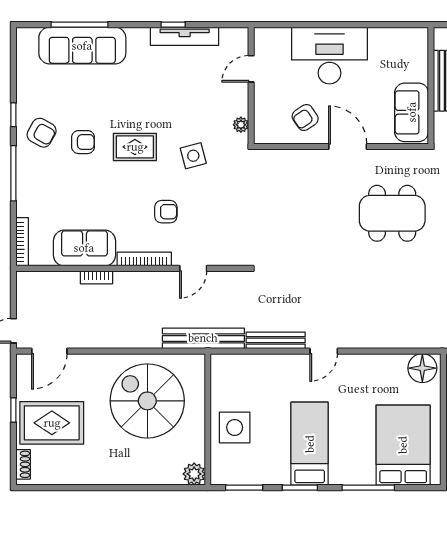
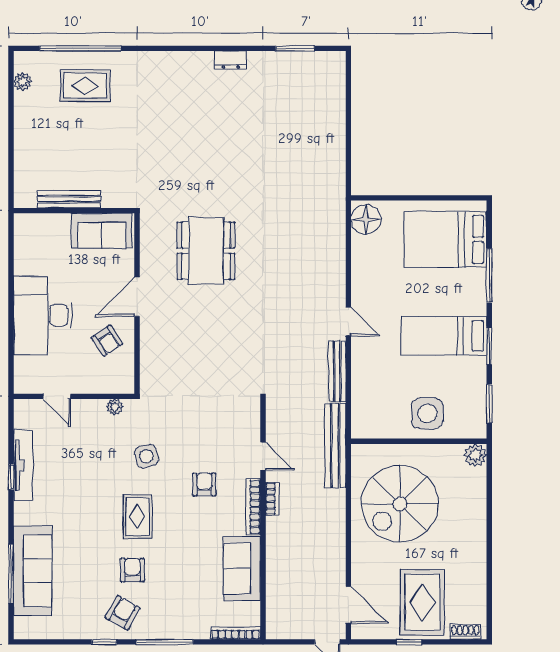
bookcase: (96, 277) -> (272, 499), moved

